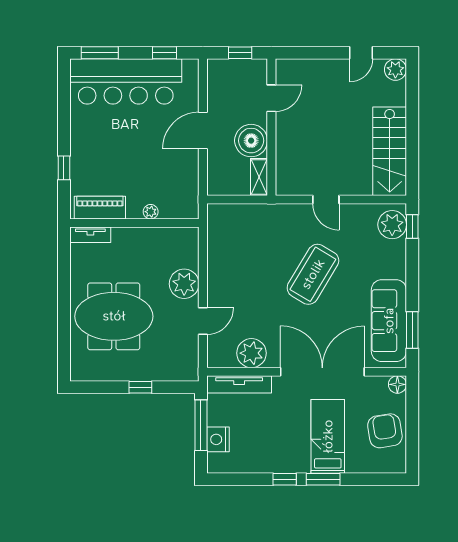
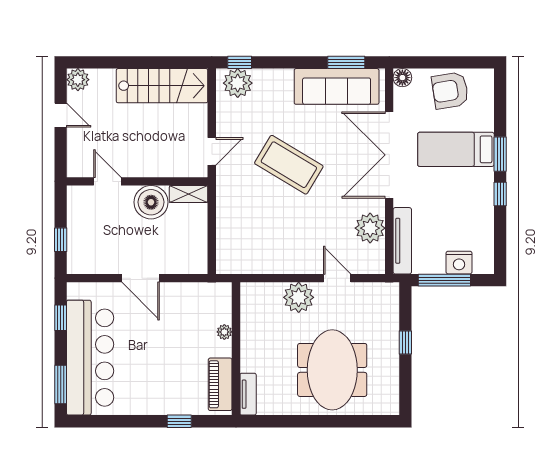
door: (271, 98) -> (107, 181), moved
wall: (271, 127) -> (137, 181), moved
boiler: (251, 141) -> (151, 202), moved
shelving: (259, 177) -> (189, 194), moved

